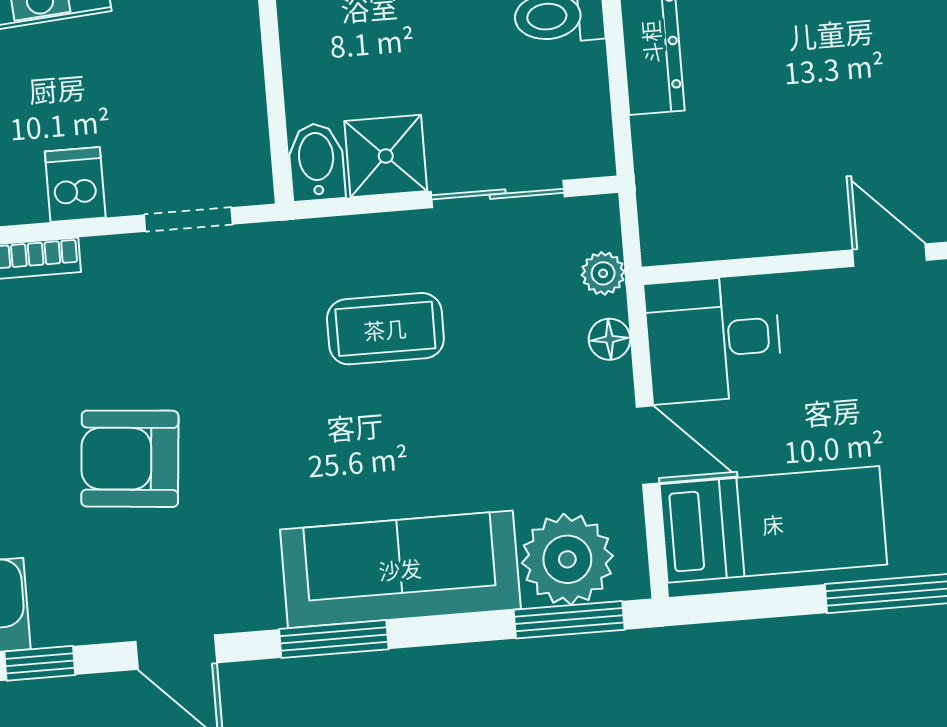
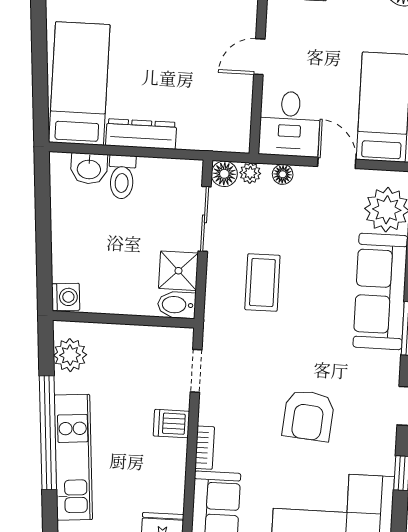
floor lamp: (594, 221) -> (224, 174), added
door: (890, 255) -> (259, 57), moved
door: (648, 445) -> (337, 163), hinge flipped

